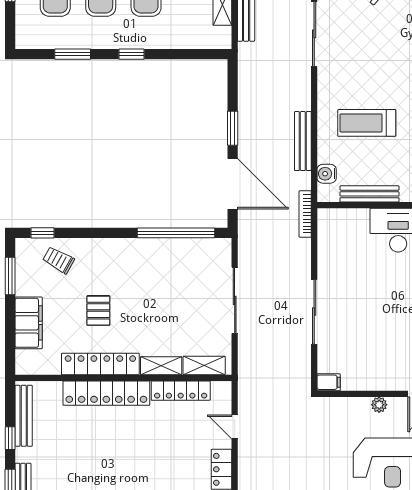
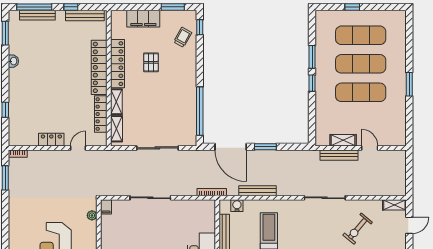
window: (73, 54) -> (312, 57), moved
door: (233, 184) -> (231, 147), hinge flipped
pallet: (98, 311) -> (151, 62), turned 90
plant: (379, 405) -> (92, 215), moved

